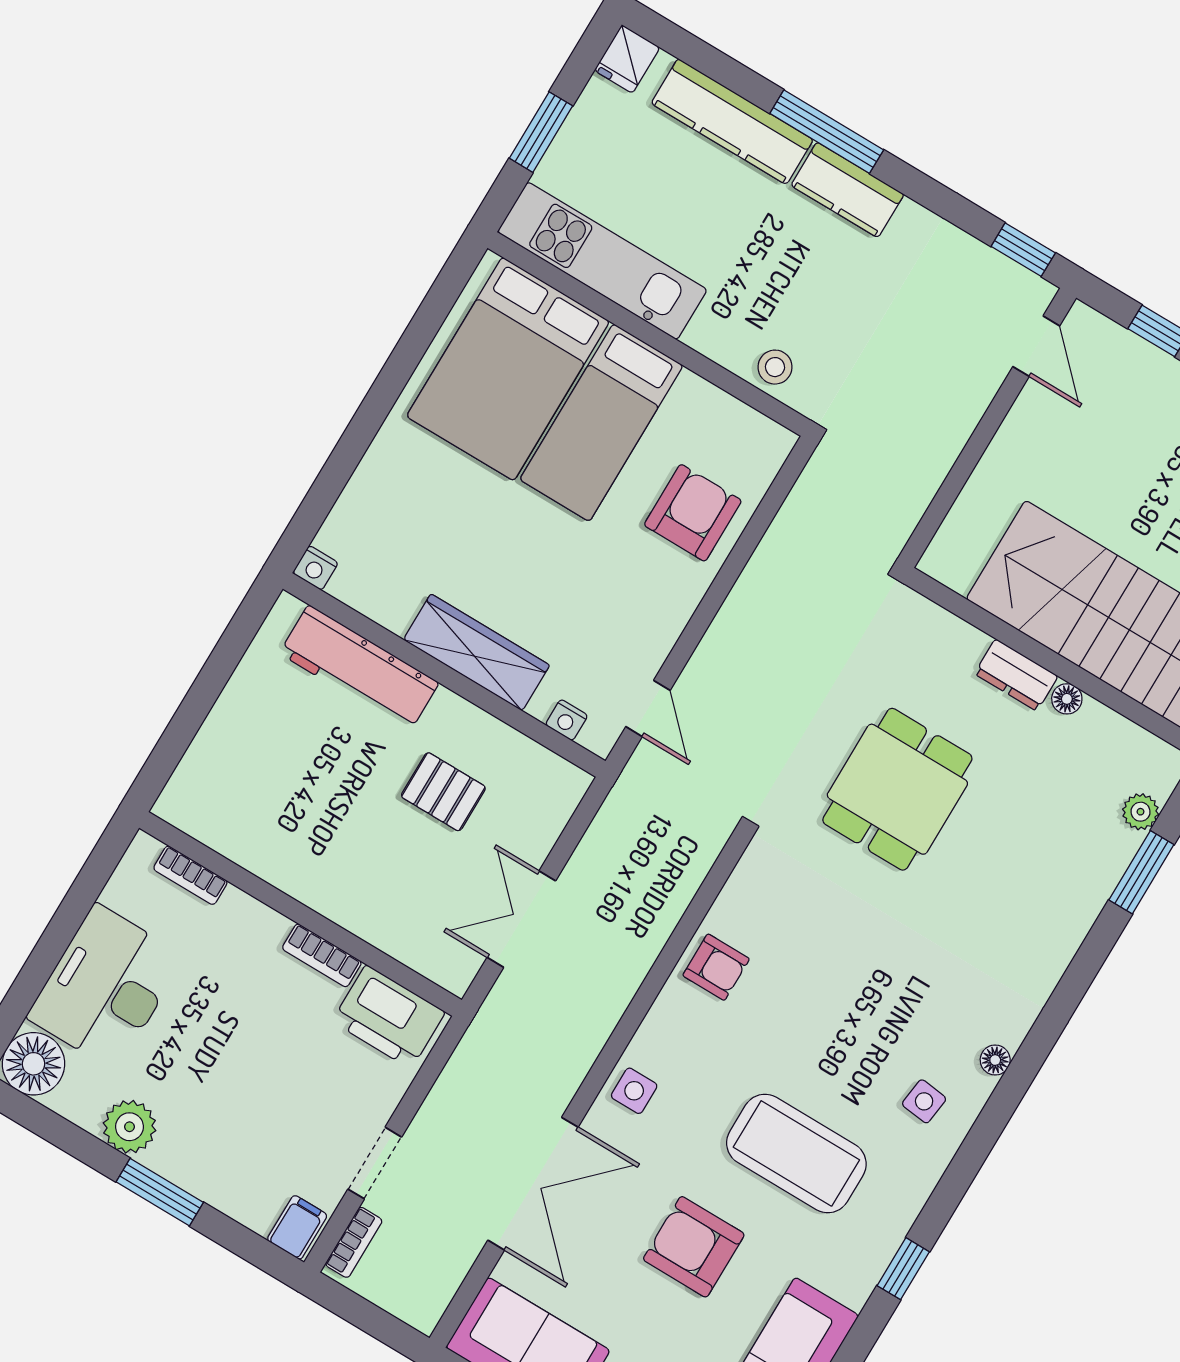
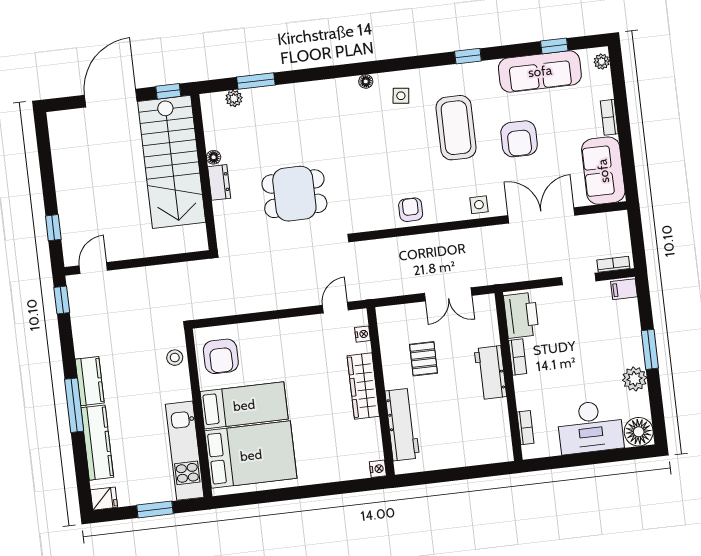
armchair: (693, 513) -> (221, 356), moved, turned -90
workbench: (331, 888) -> (490, 373), added

